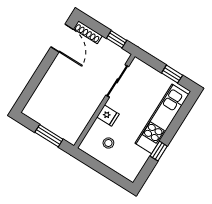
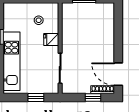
window: (117, 39) -> (93, 97), moved
window: (172, 74) -> (36, 97), moved

